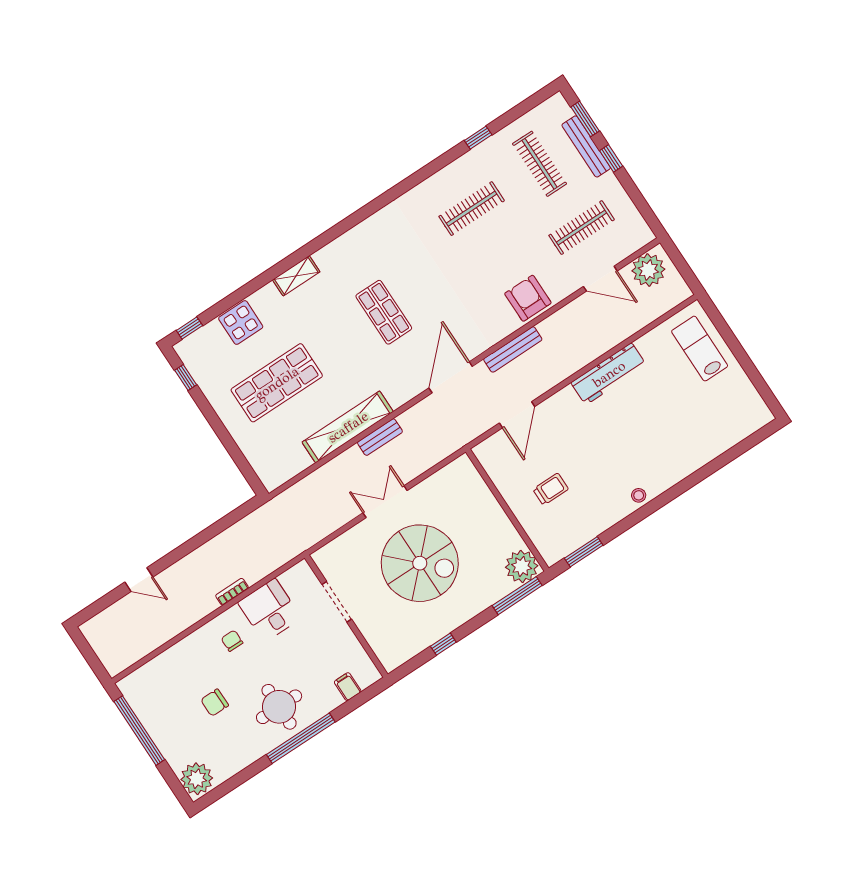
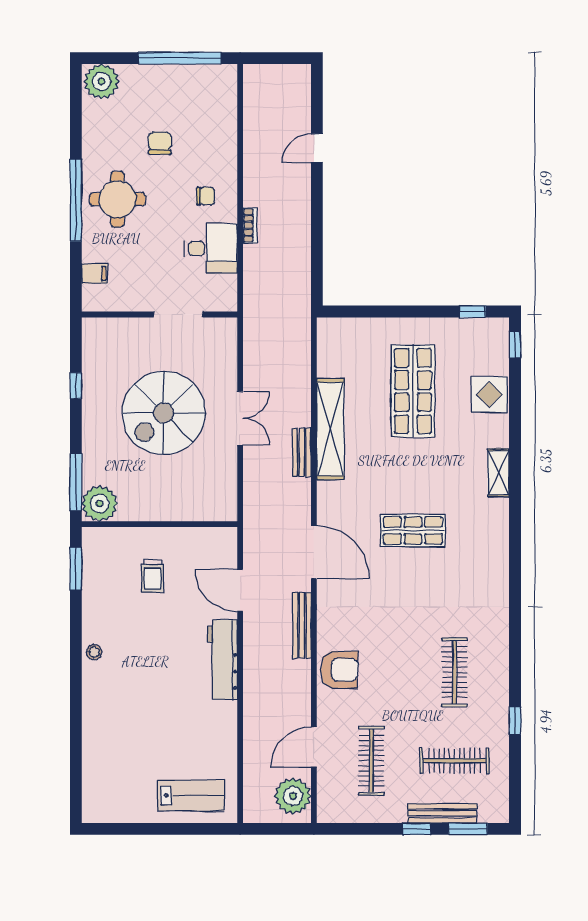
workbench: (609, 374) -> (222, 660), moved

